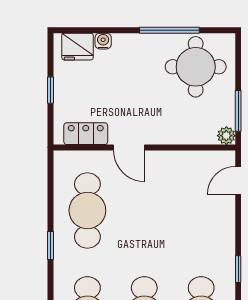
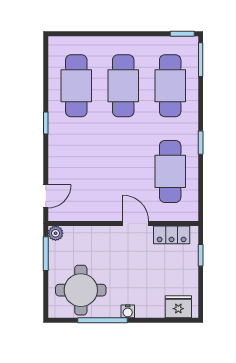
water cooler: (103, 41) -> (128, 311), moved
window: (50, 90) -> (201, 255), moved

